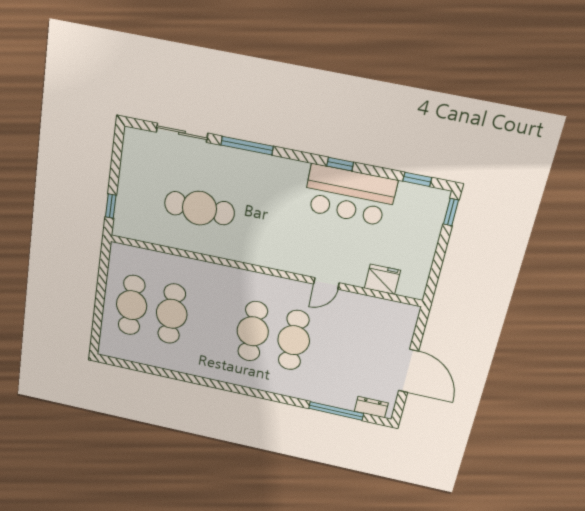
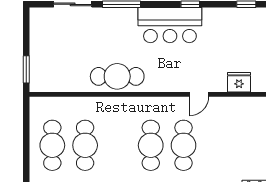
bar counter: (350, 195) -> (170, 25), moved
window: (111, 206) -> (26, 69), width x1.50
cafe table: (199, 208) -> (117, 76), moved

